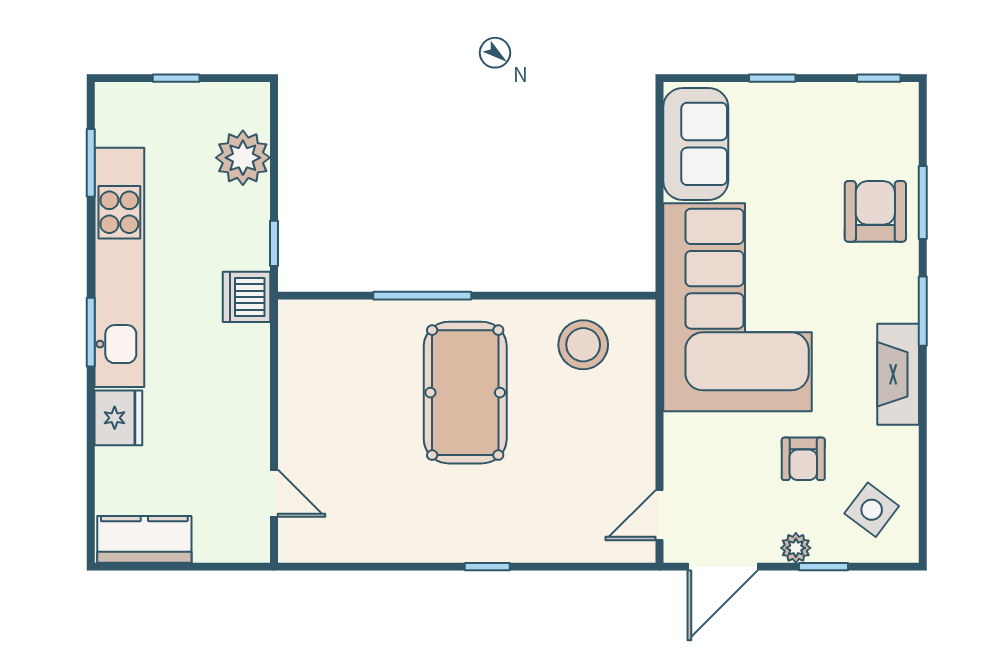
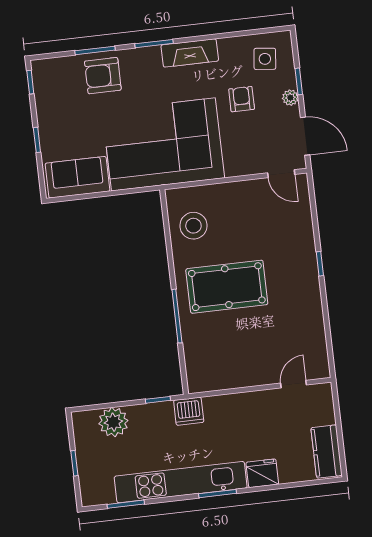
armchair: (803, 459) -> (242, 99), turned -90
side table: (872, 510) -> (265, 59), turned -31

